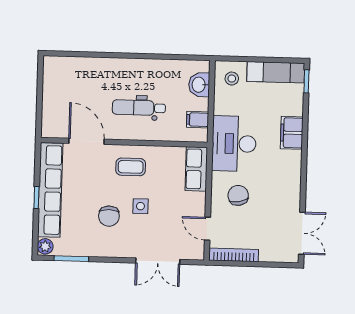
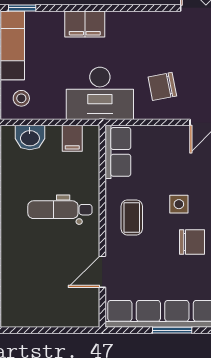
dental chair: (139, 108) -> (60, 210), turned 90
door: (86, 141) -> (102, 272), width x0.73
row of seats: (196, 169) -> (118, 152), moved, turned -90
window: (36, 197) -> (172, 330), width x1.50

